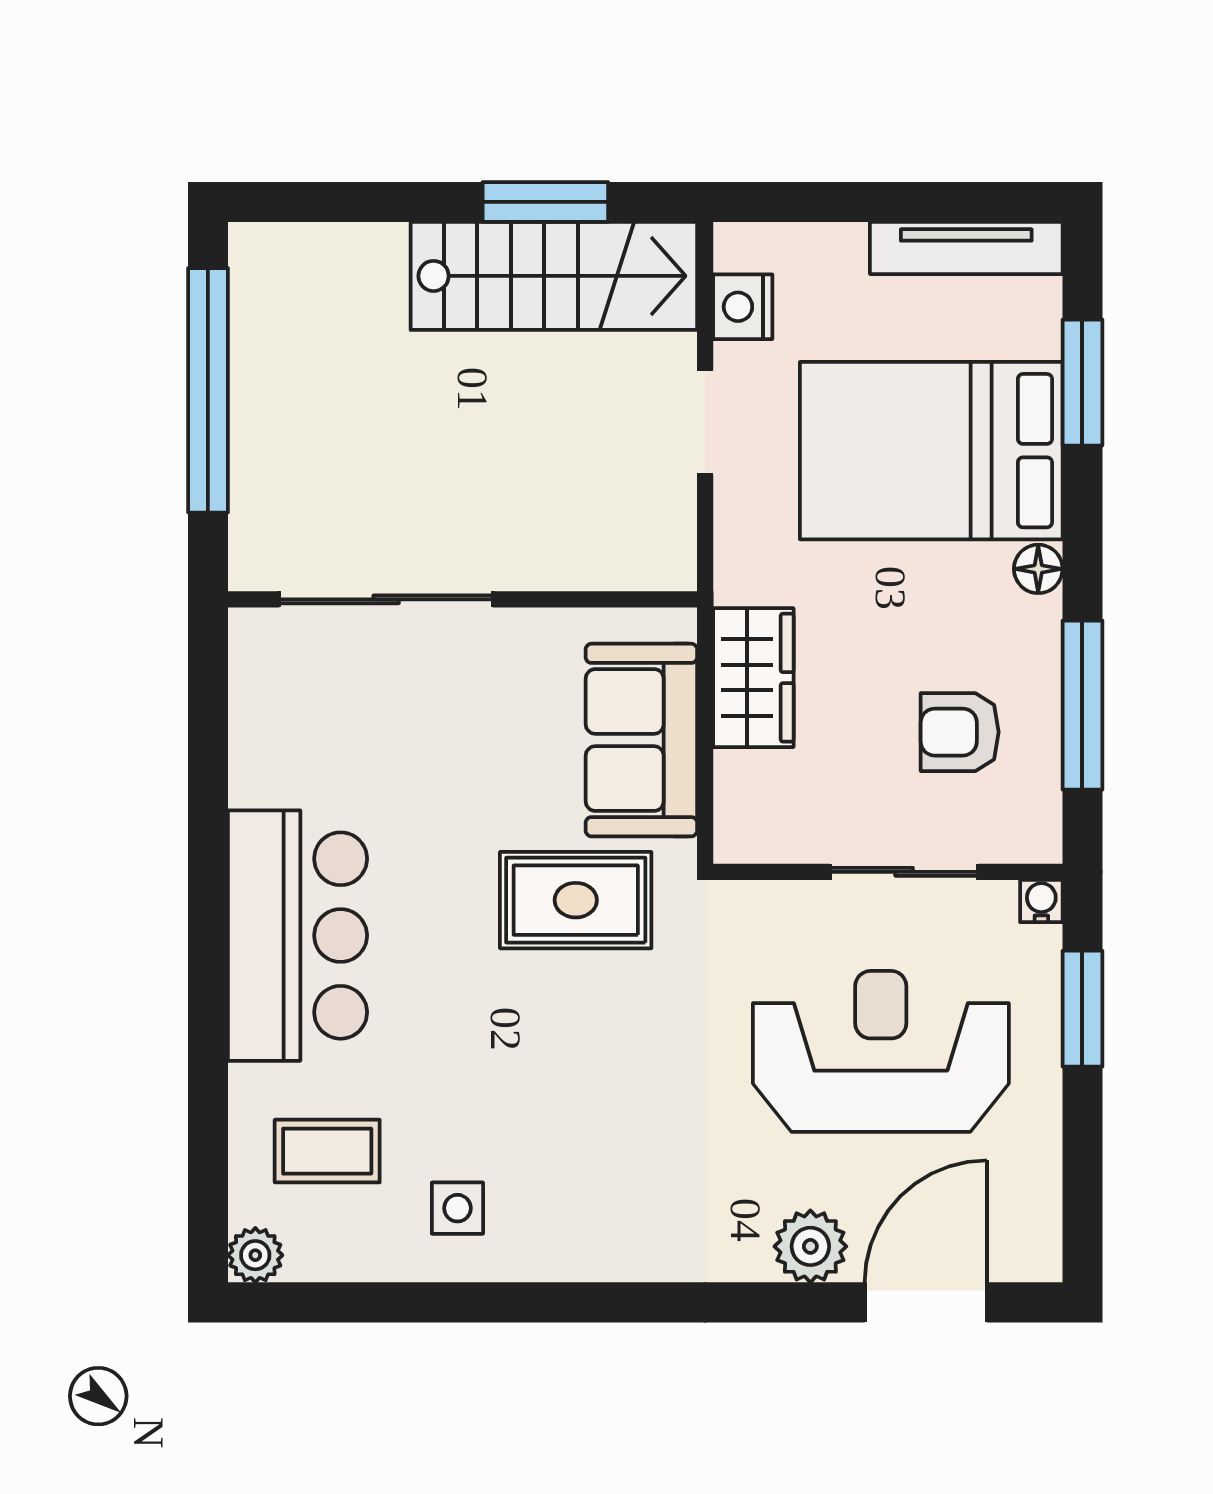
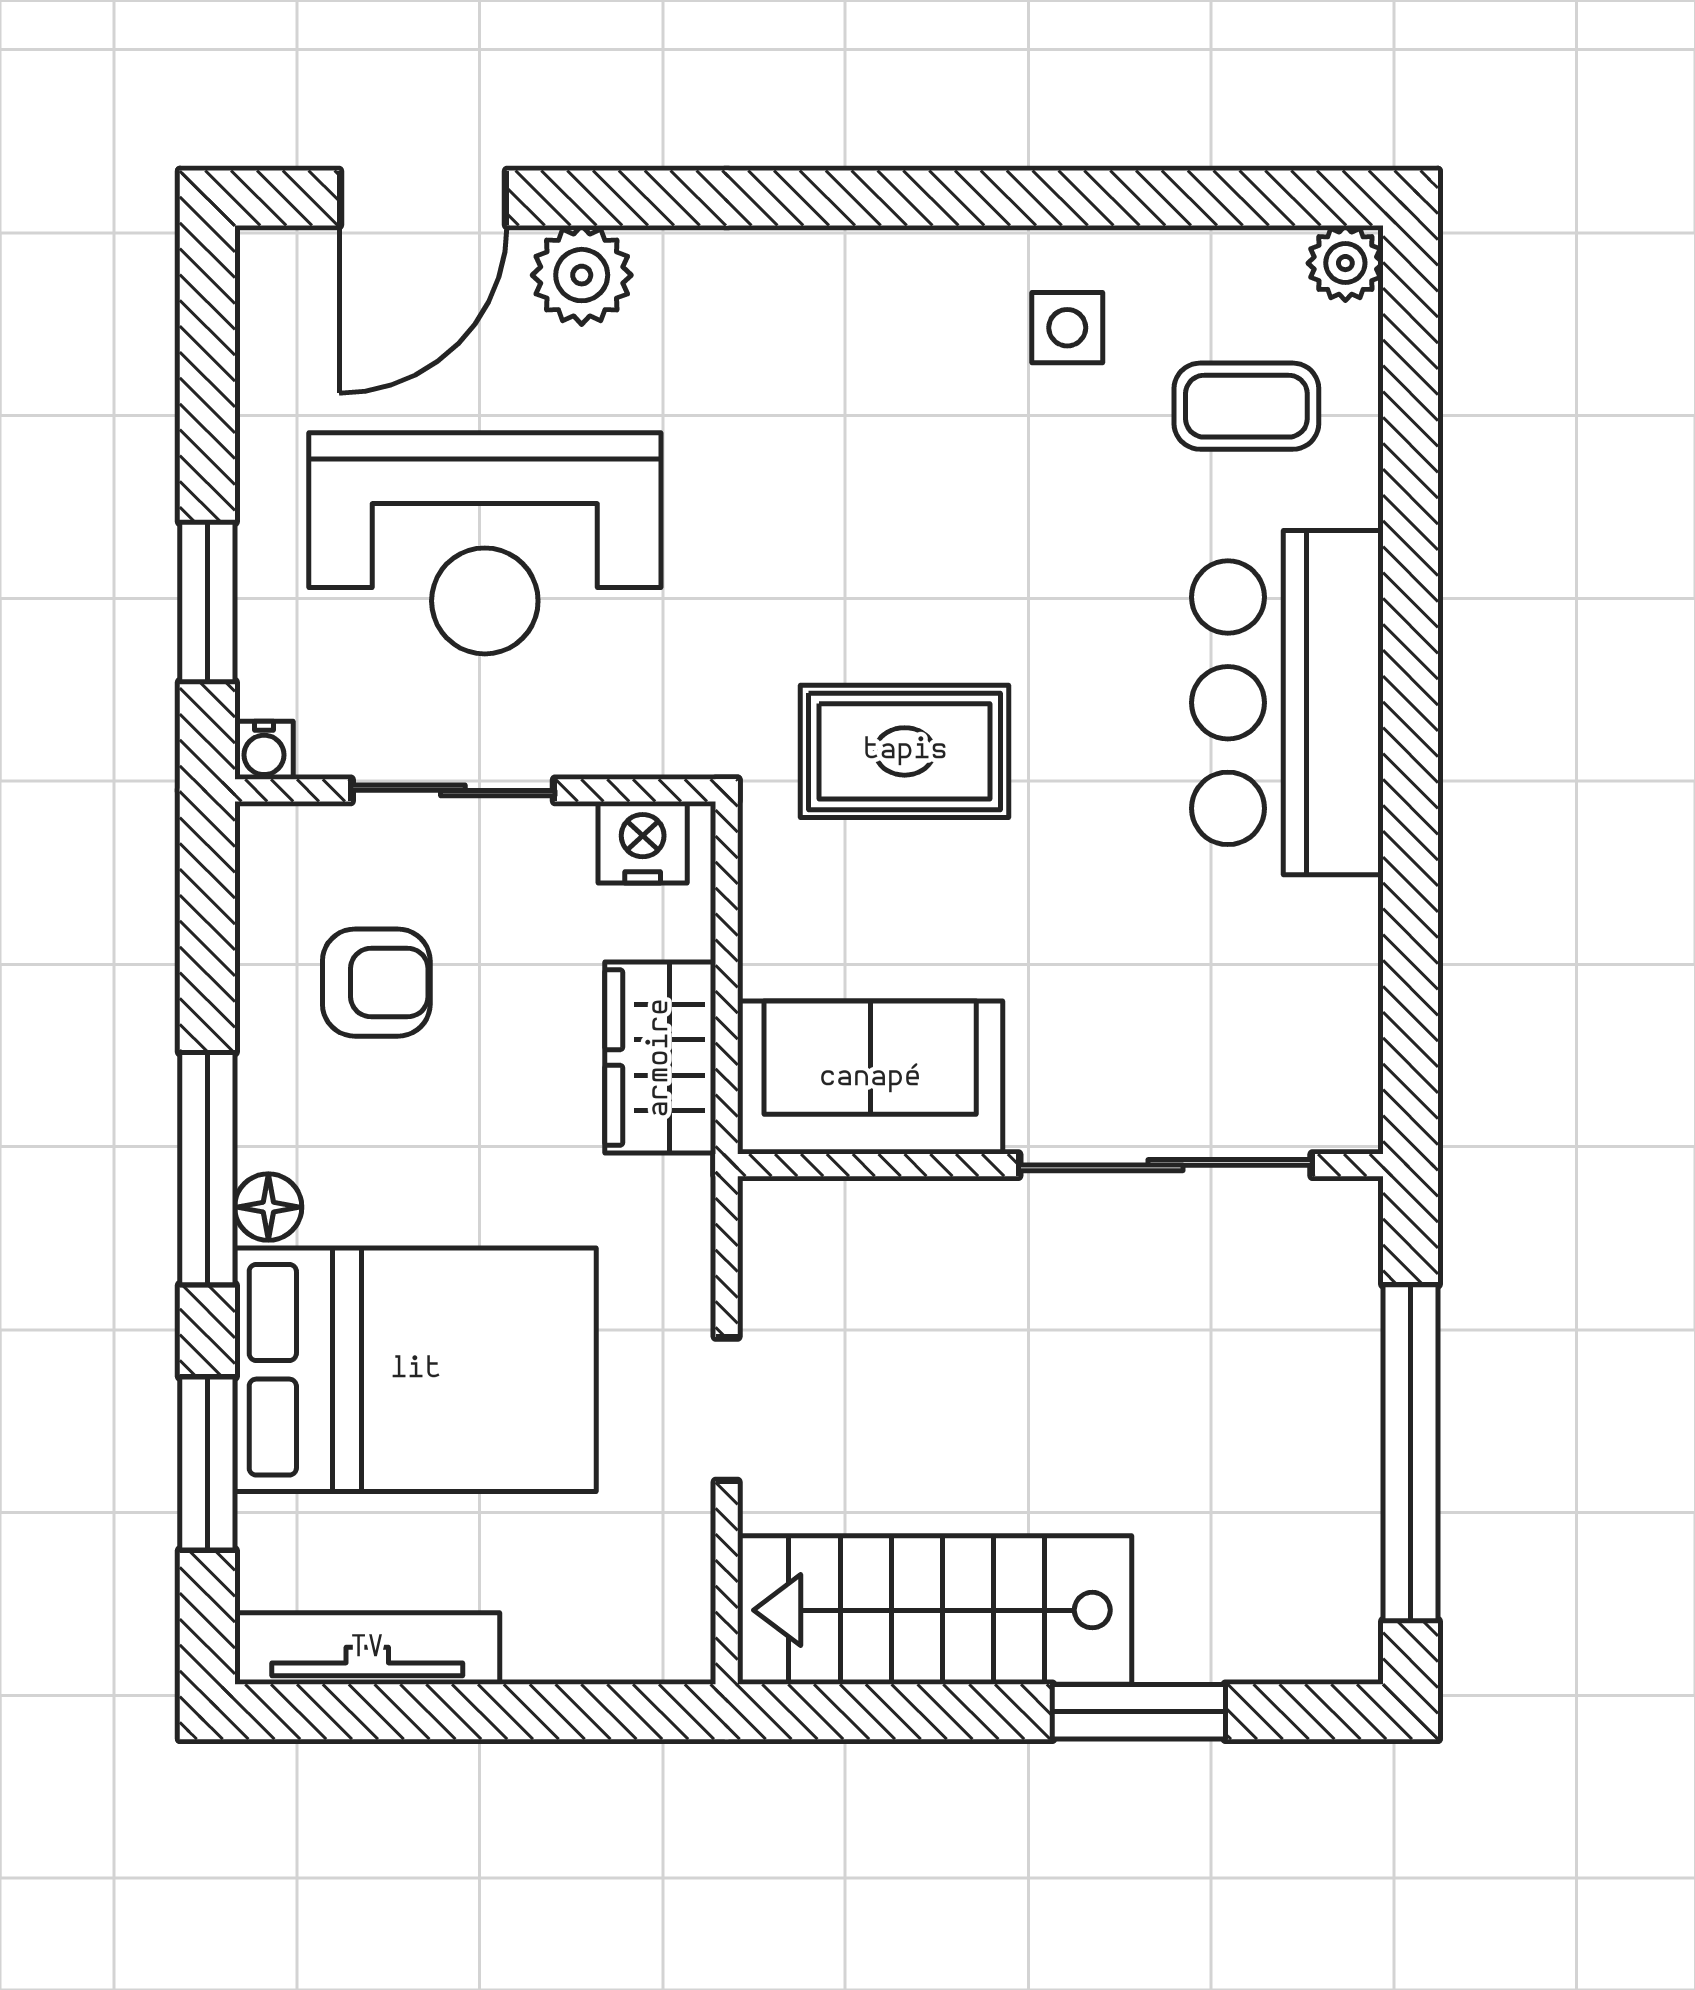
window: (545, 202) -> (1139, 1712), moved
nightstand: (743, 307) -> (643, 842), moved, turned -90
window: (1082, 705) -> (207, 1169), moved
sofa: (641, 740) -> (870, 1078), moved, turned -90

